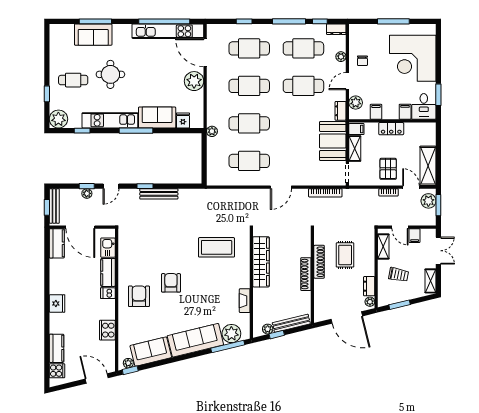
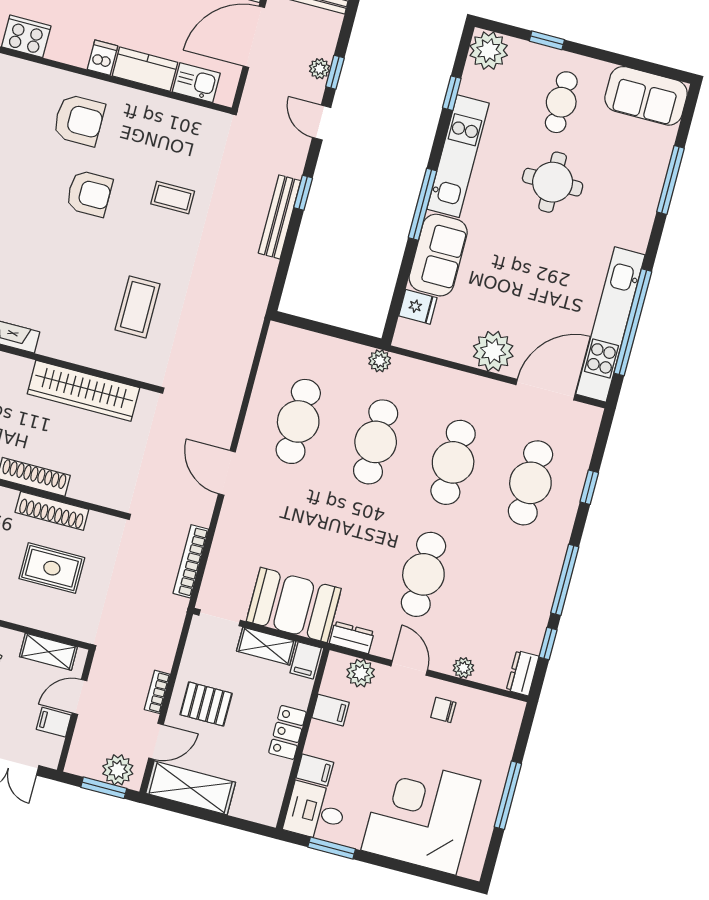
sofa: (93, 35) -> (646, 96), moved, turned -90
cafe table: (303, 48) -> (501, 595), removed
coffee table: (163, 245) -> (173, 198), added
coffee table: (217, 247) -> (138, 307), width x0.73, depth x0.76

